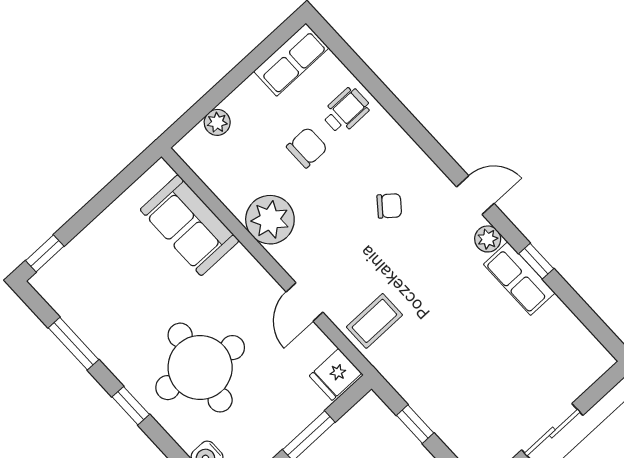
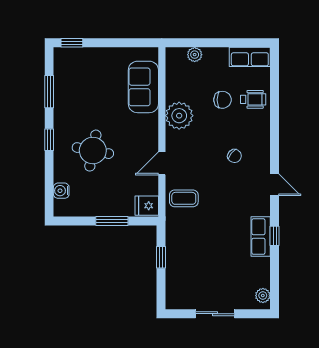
plant: (488, 239) -> (263, 296), moved
round table: (200, 368) -> (93, 151), width x0.73, depth x0.73

